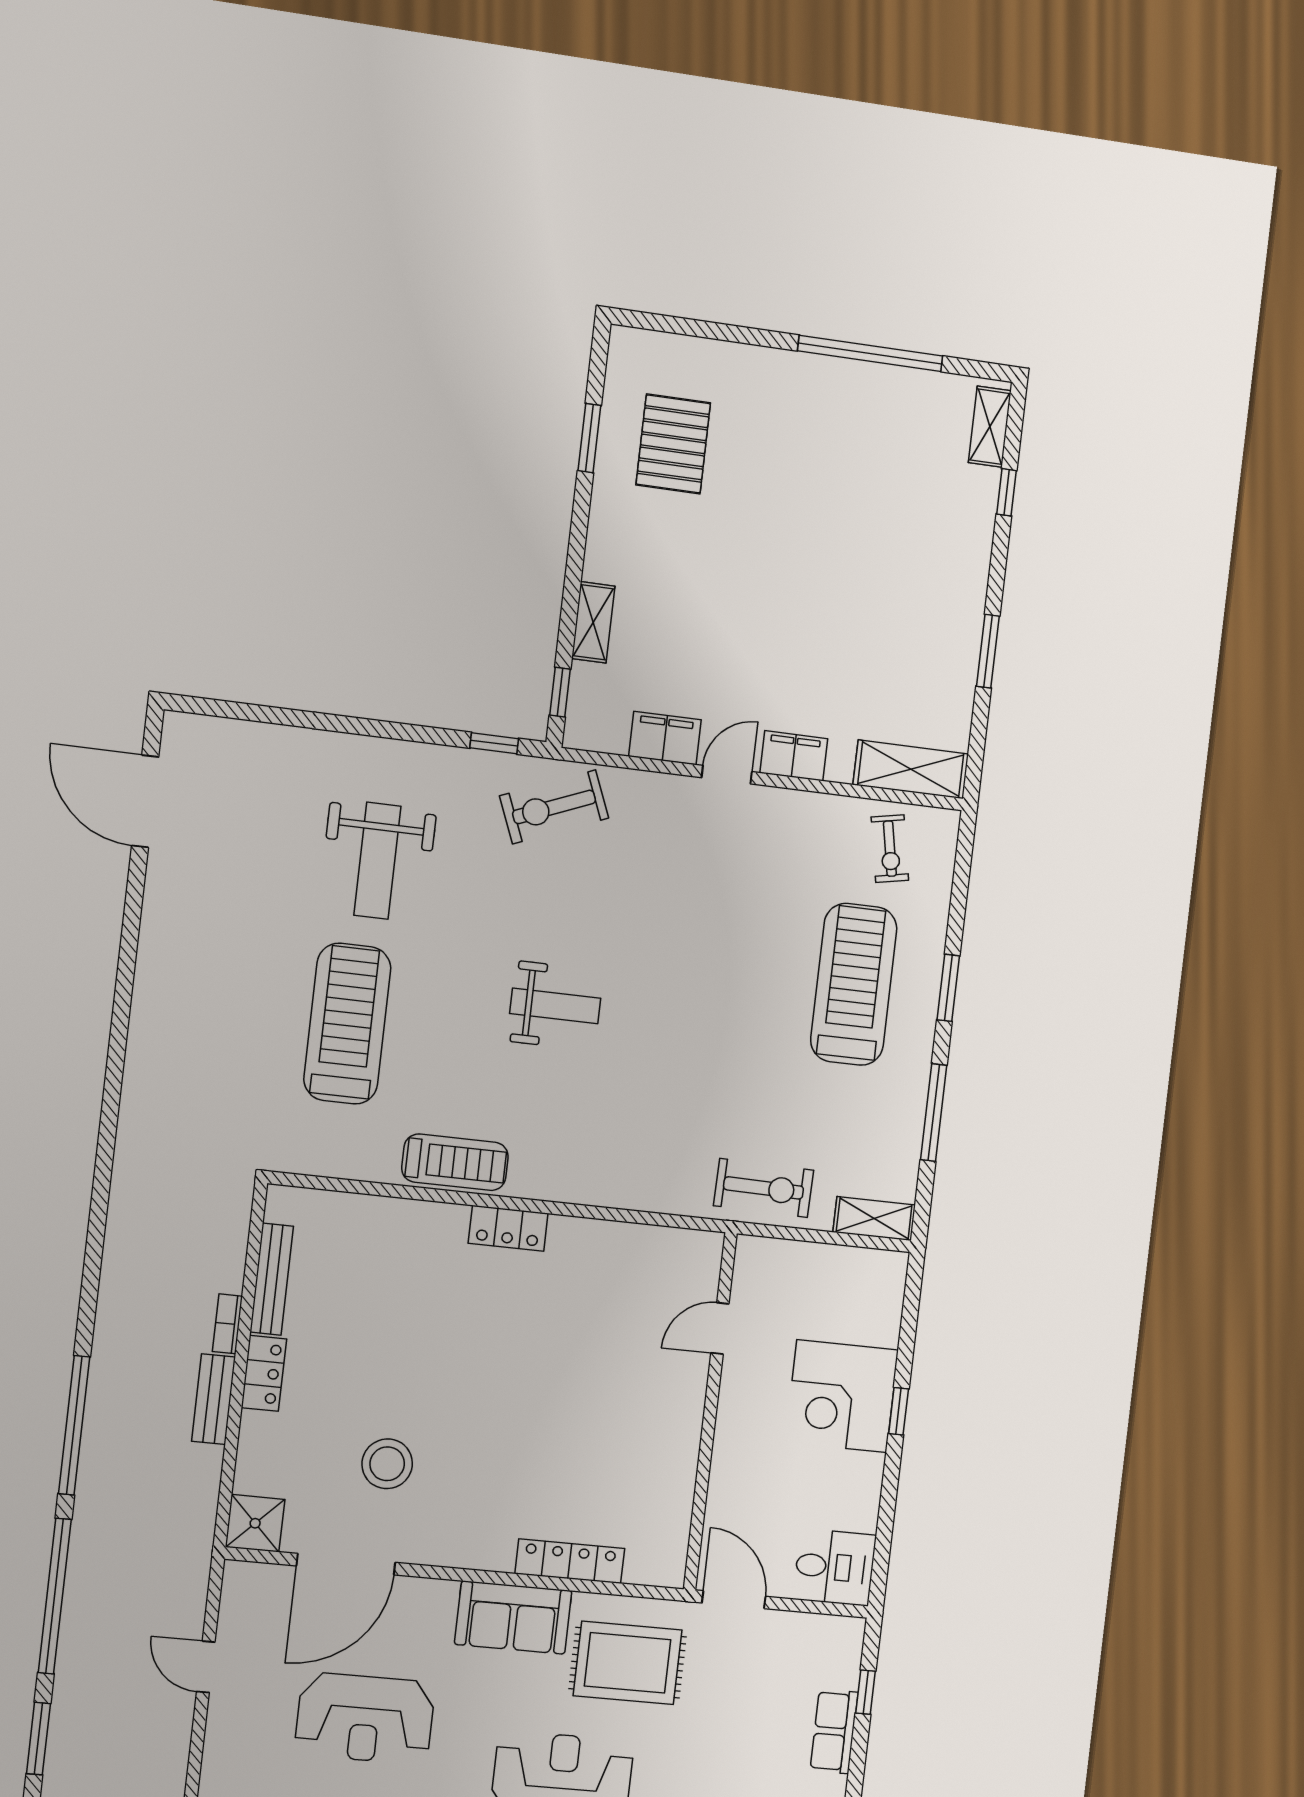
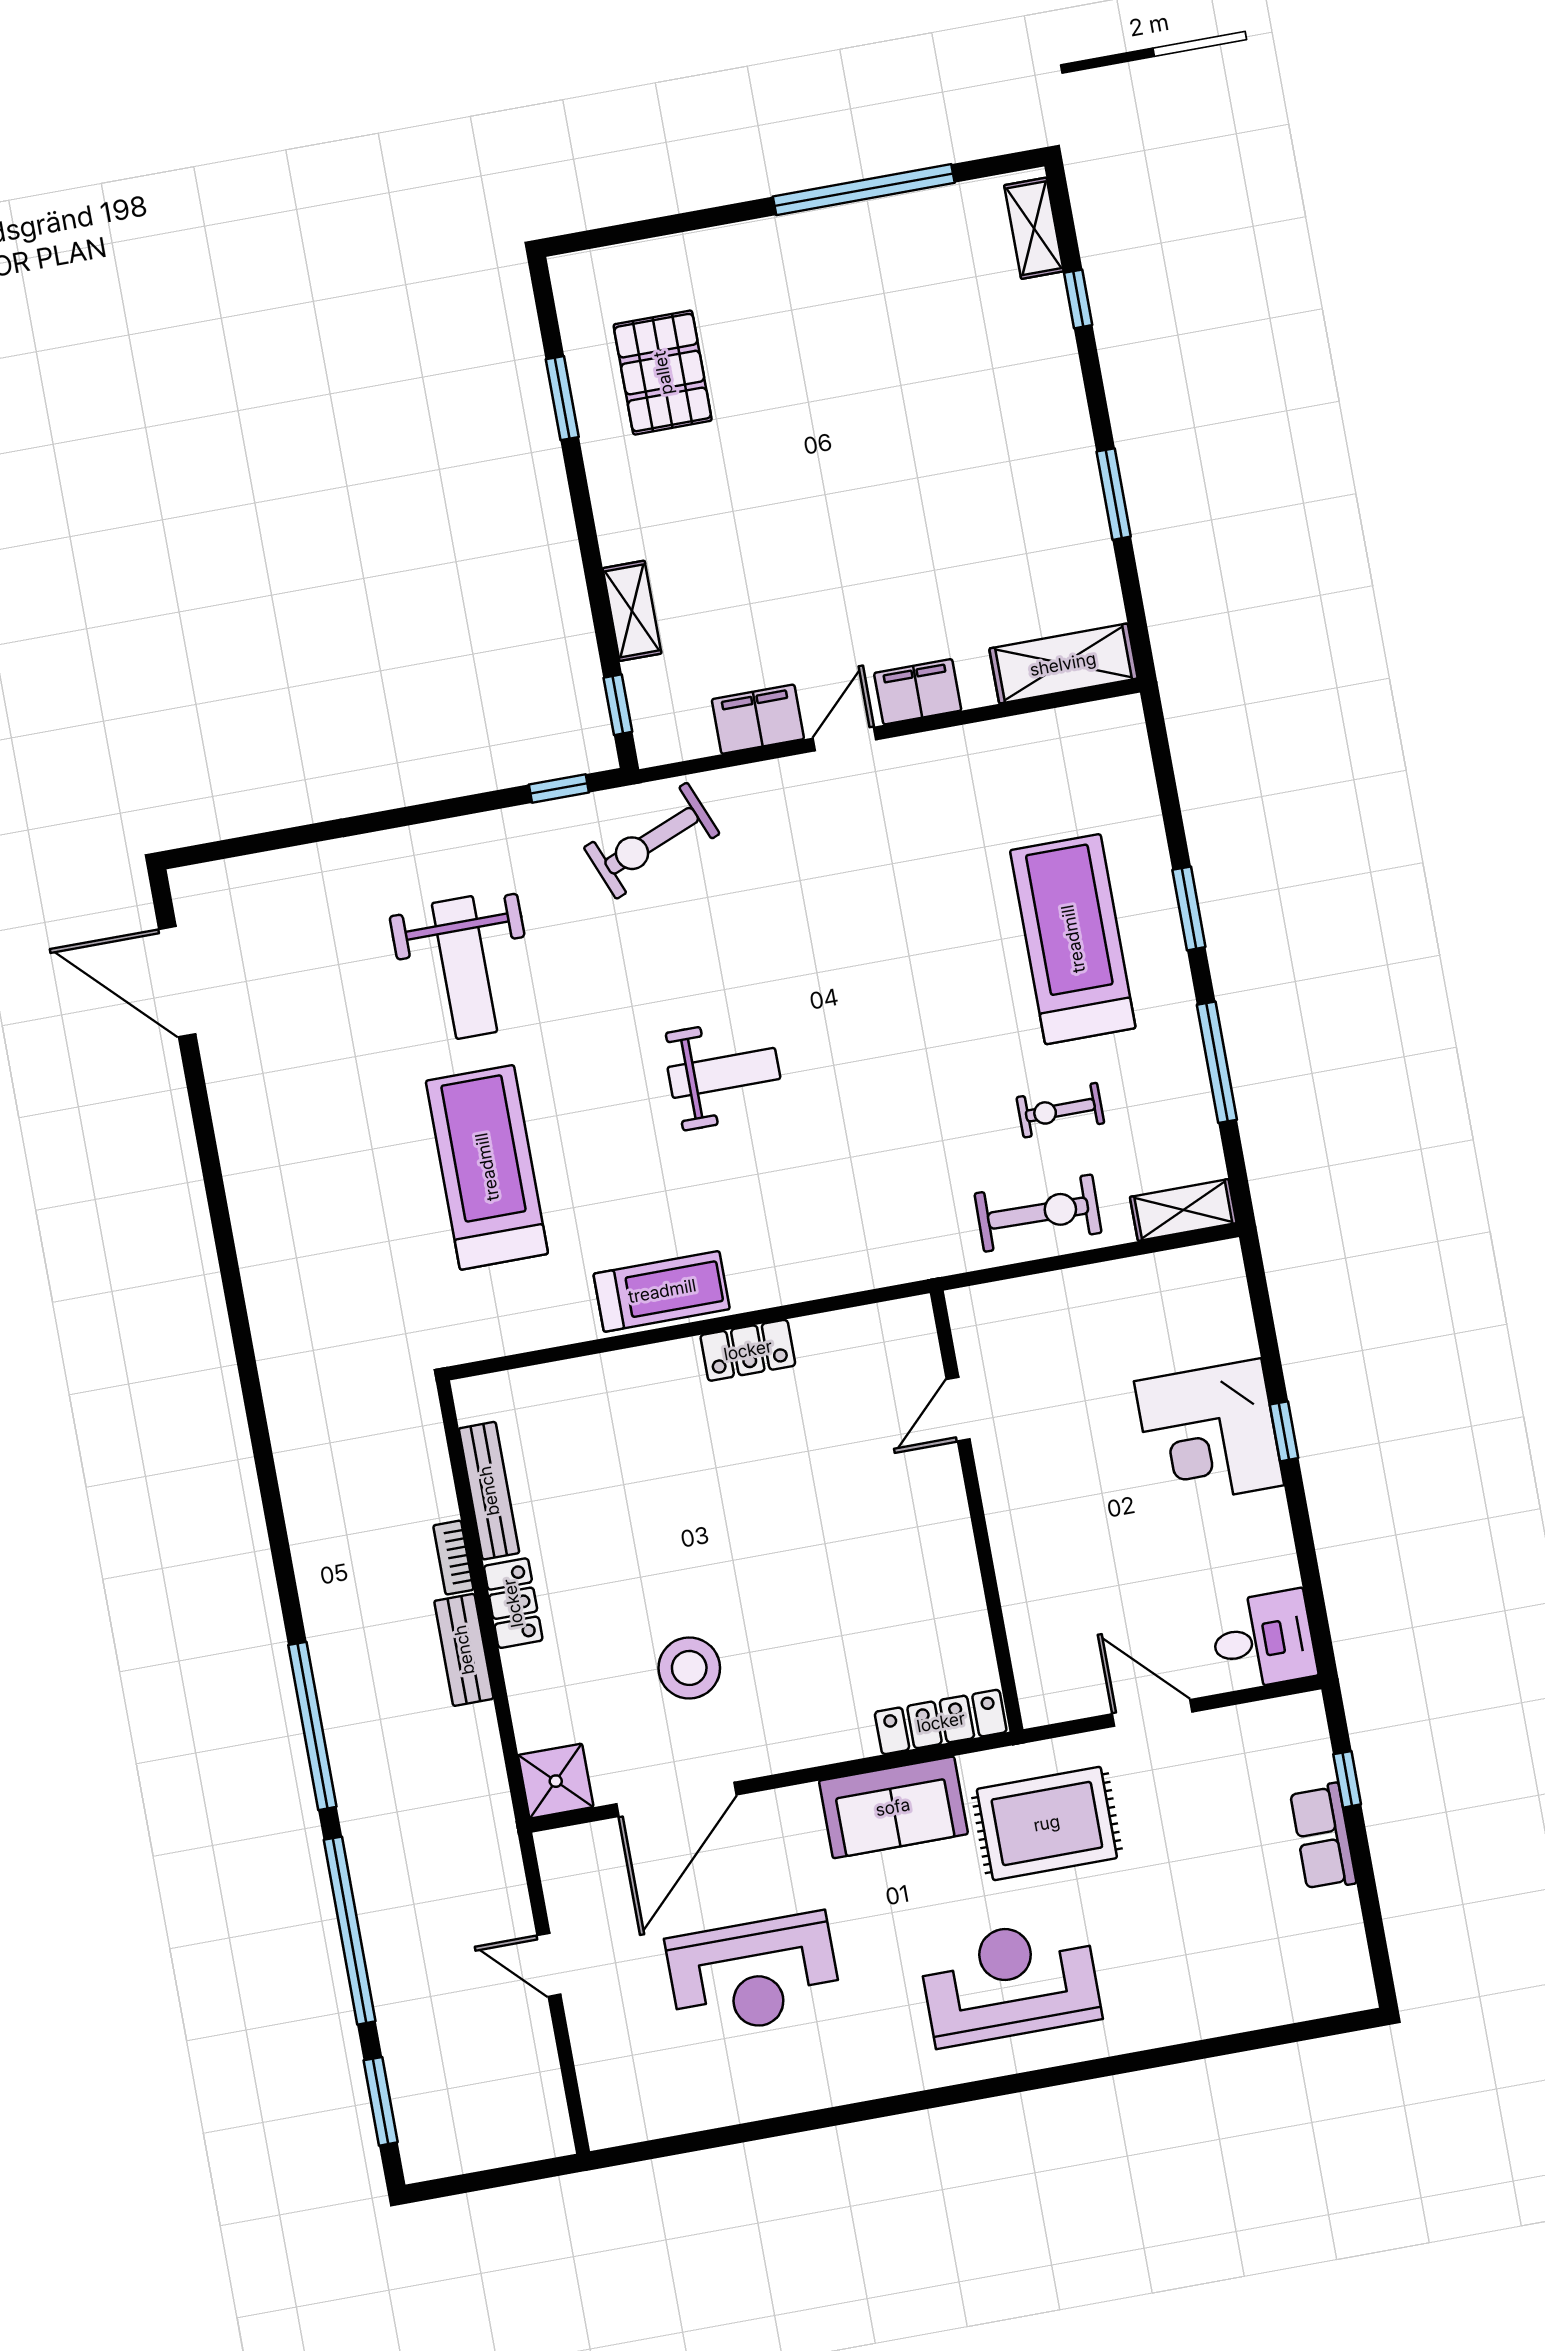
exercise bike: (890, 849) -> (1060, 1110), moved, turned 101
door: (720, 1328) -> (958, 1409), moved
wall: (710, 1411) -> (977, 1511), moved

